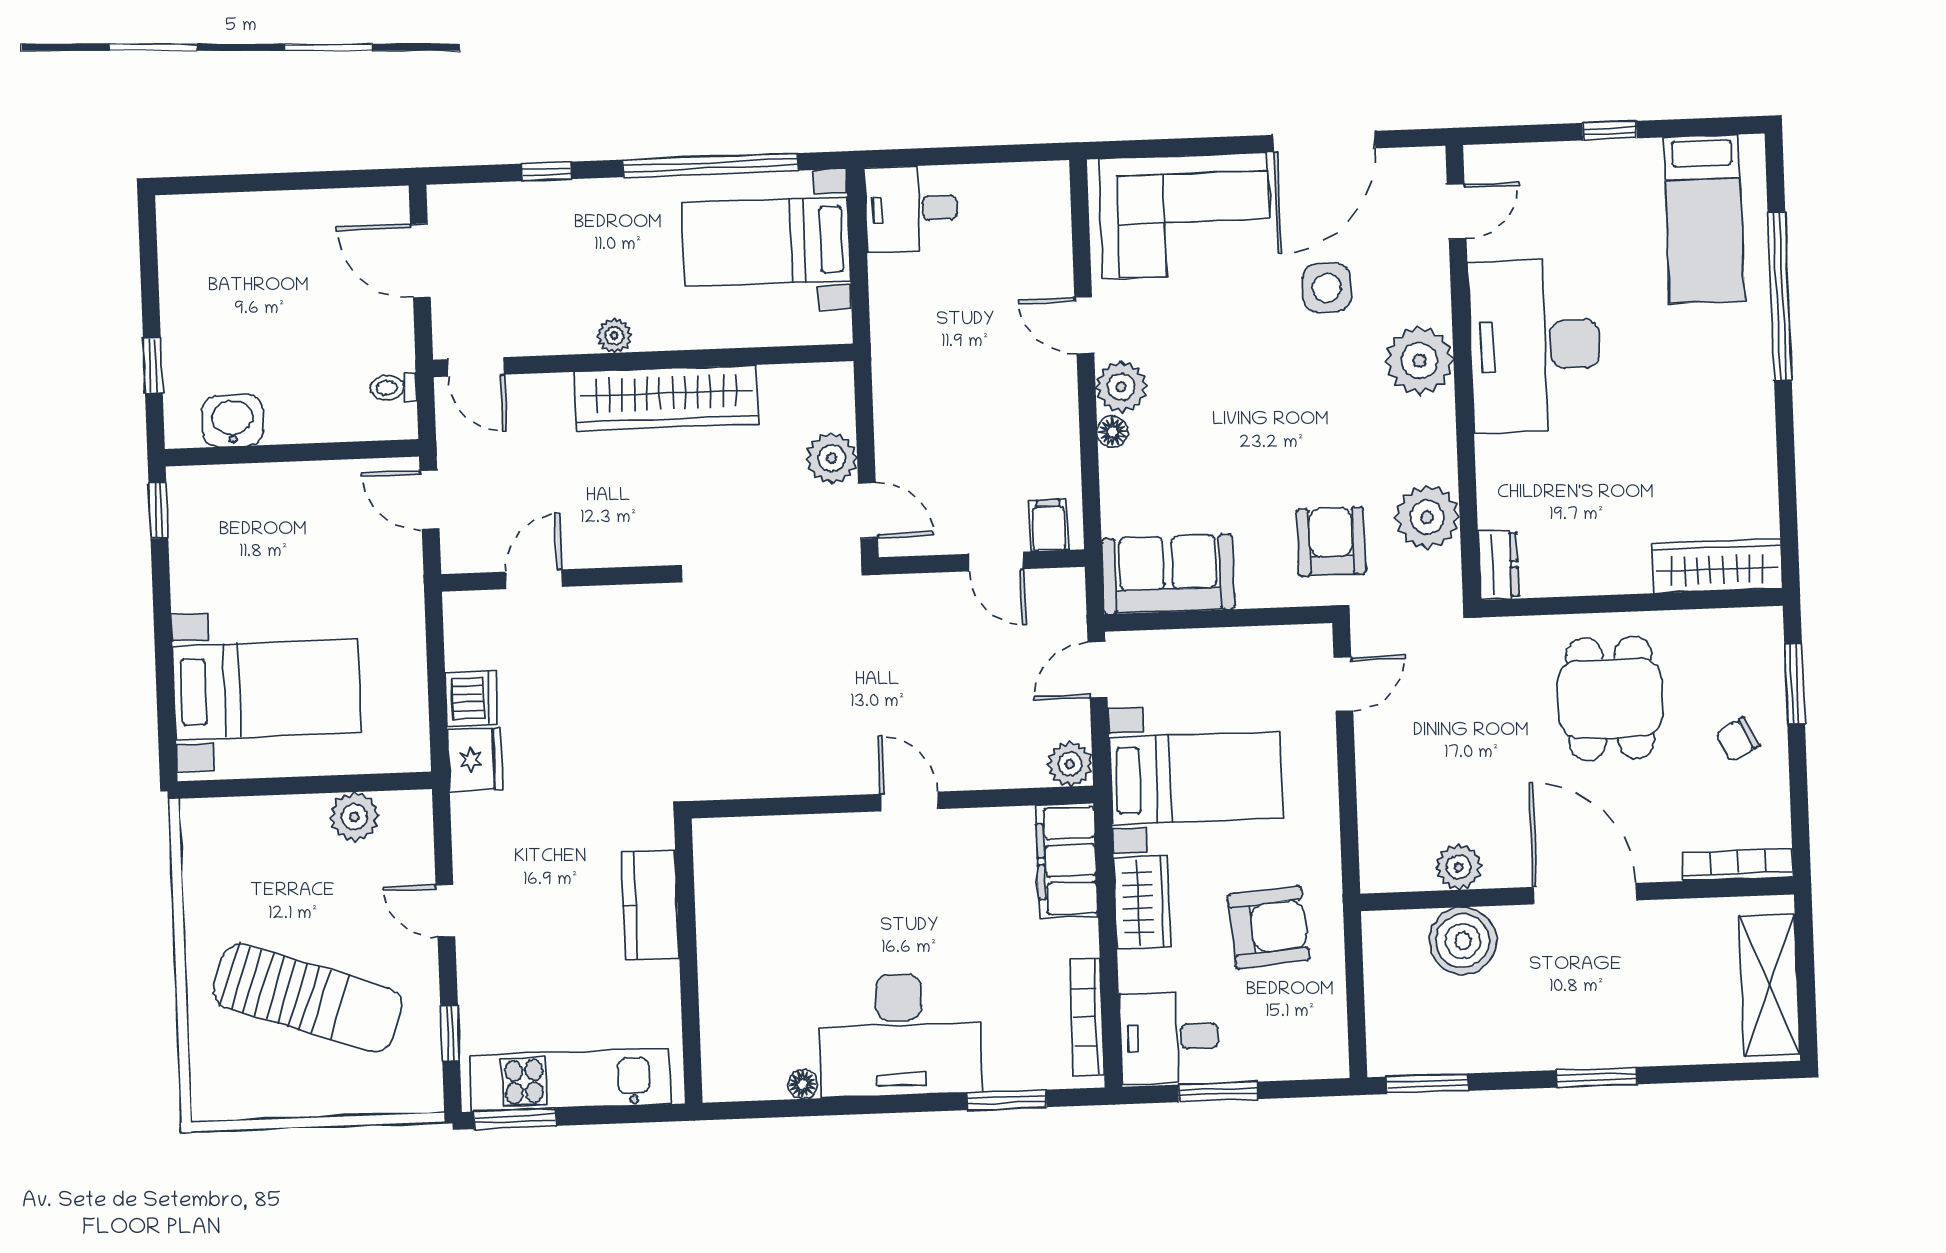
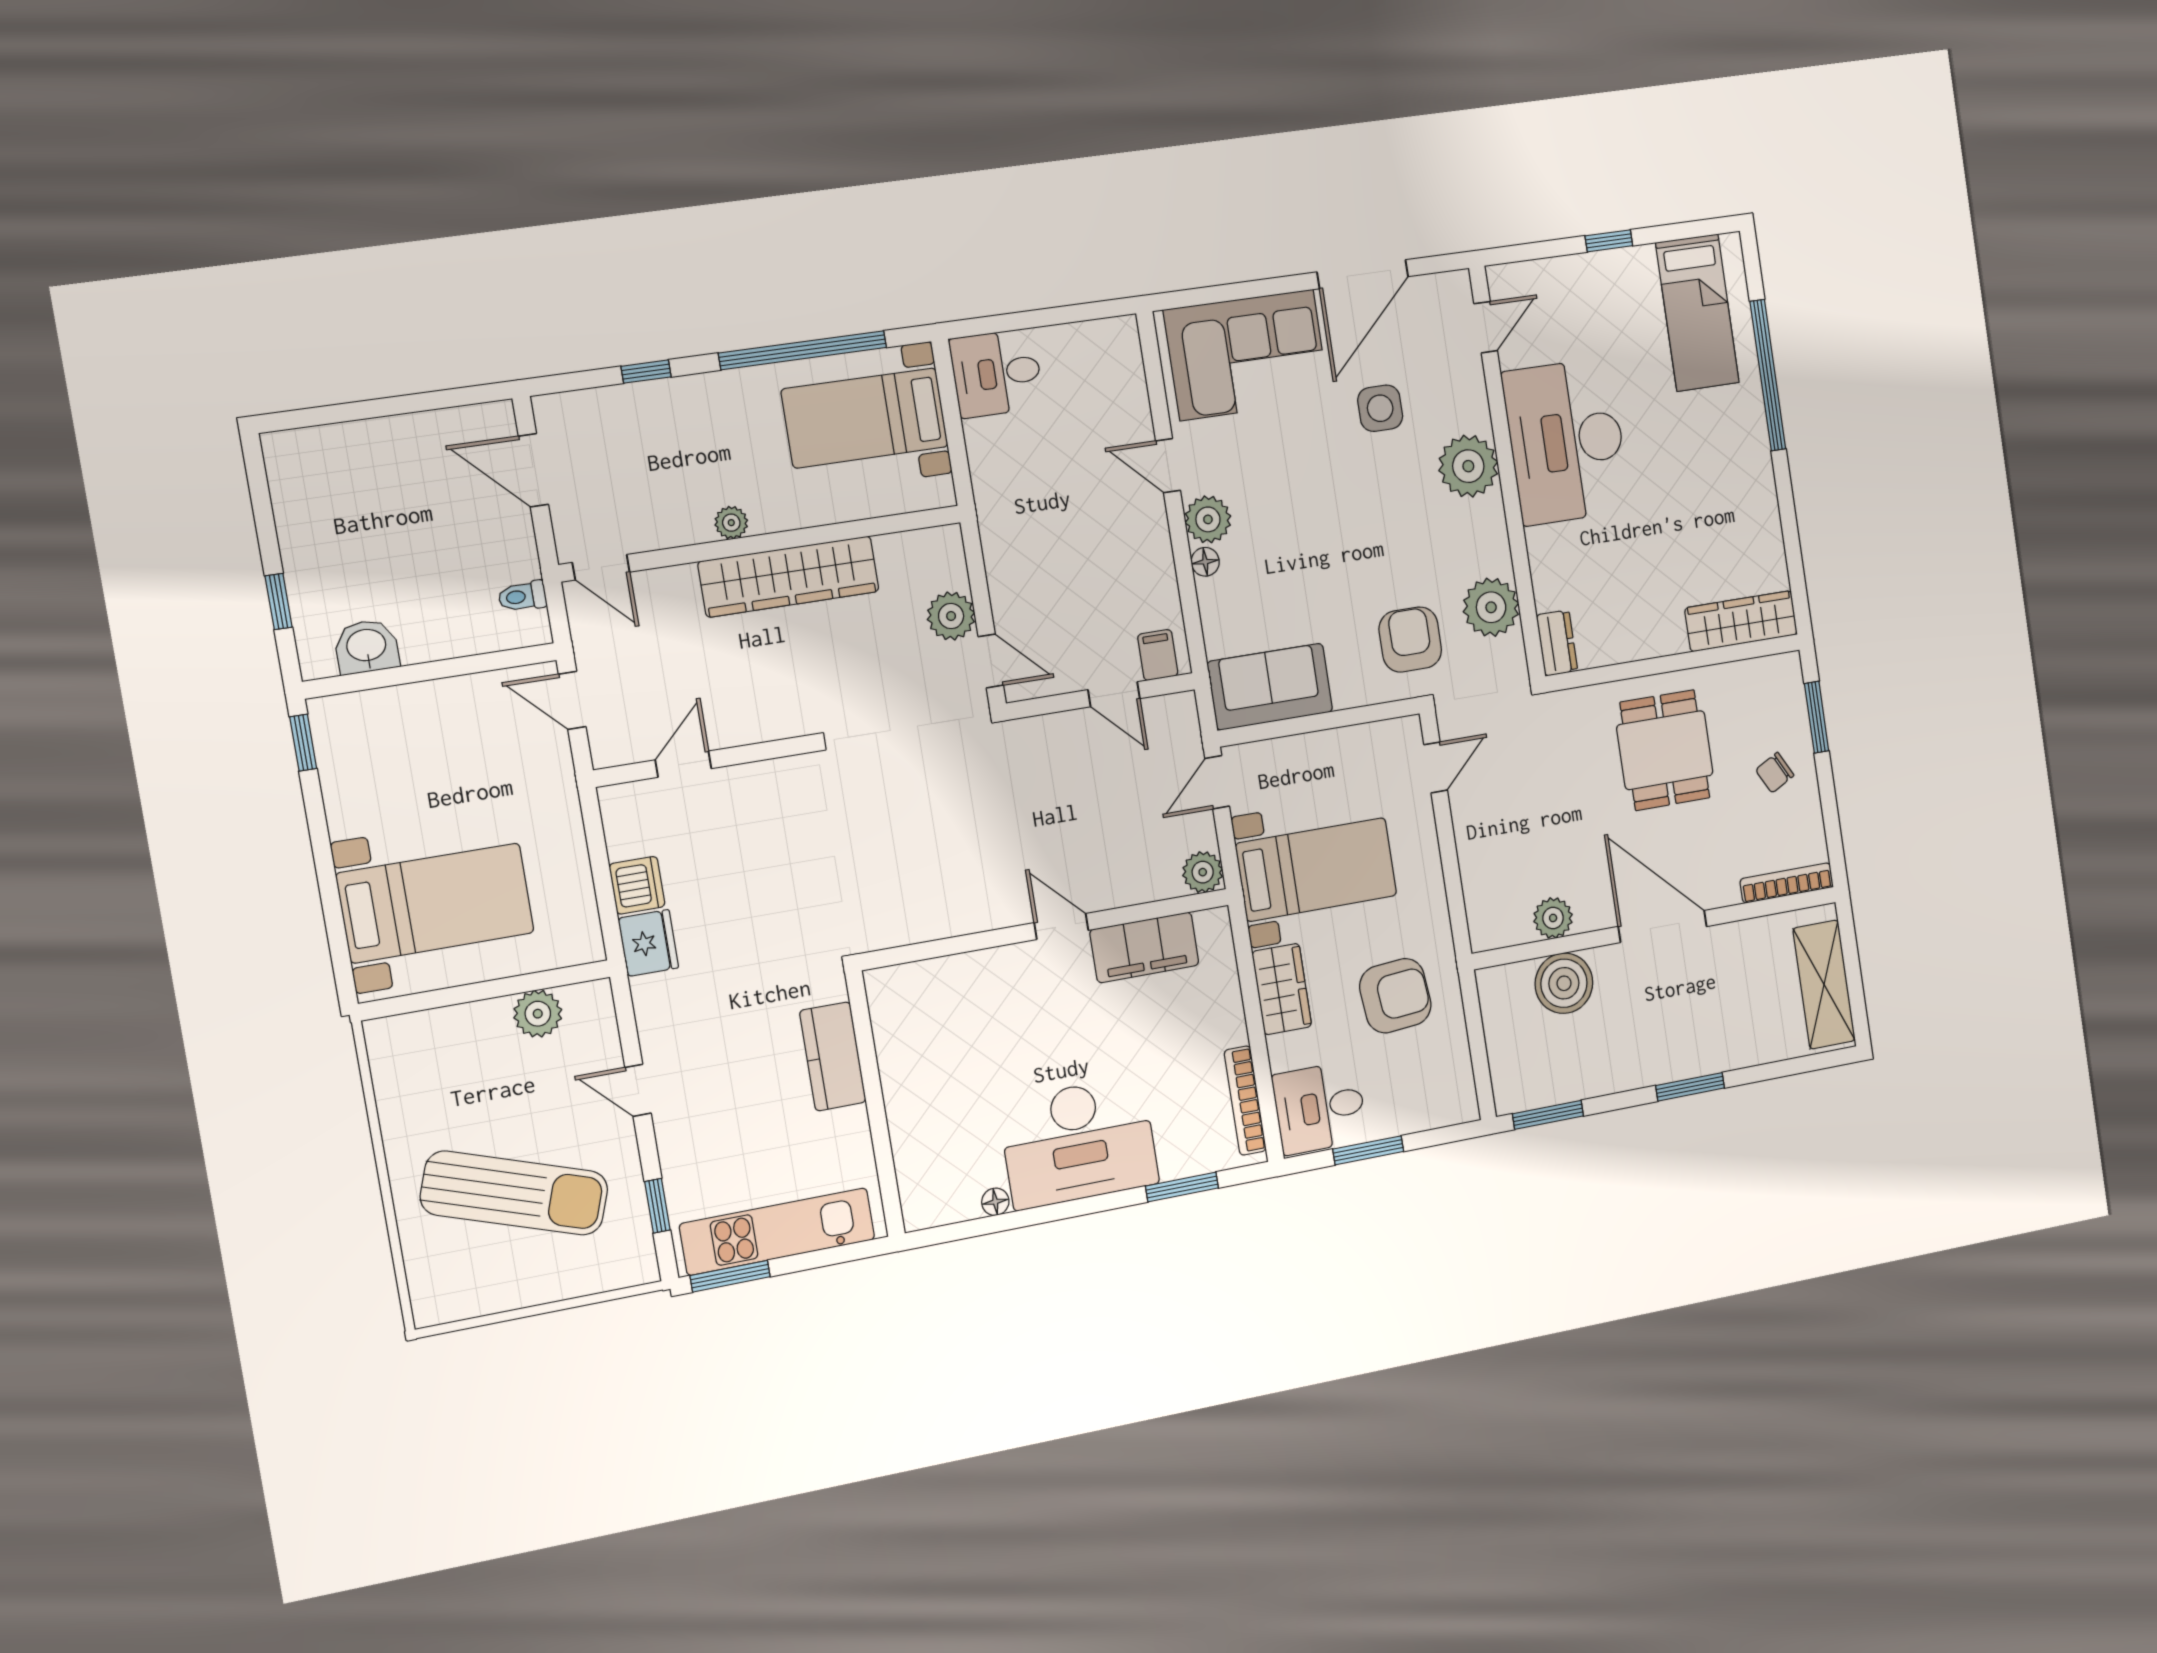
filing cabinet: (1067, 861) -> (1144, 947), moved, turned -90

